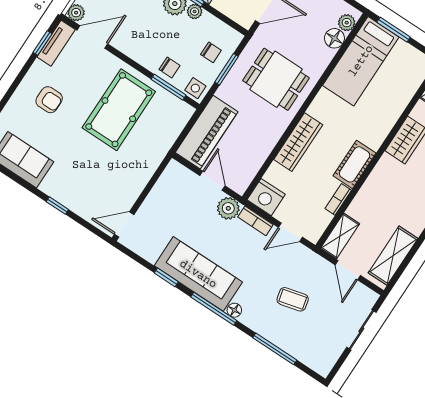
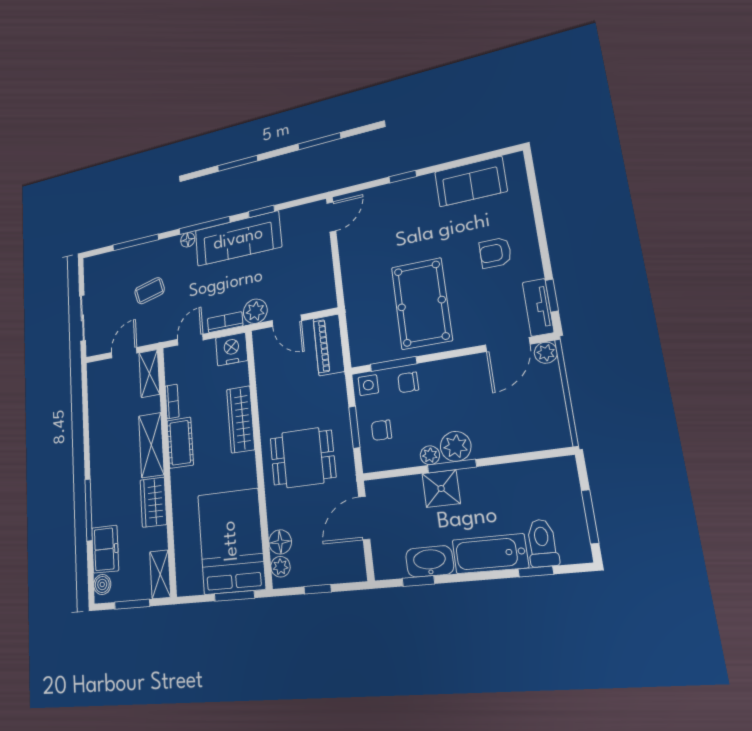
bed: (361, 61) -> (231, 541), width x1.50
piano: (207, 132) -> (329, 345), width x0.73, depth x0.75
shelving: (393, 256) -> (151, 445), moved
door: (348, 270) -> (124, 353), hinge flipped

